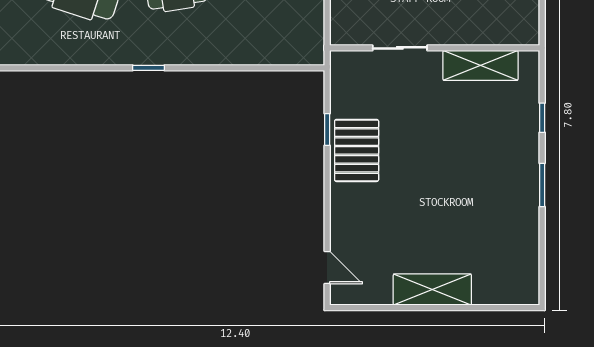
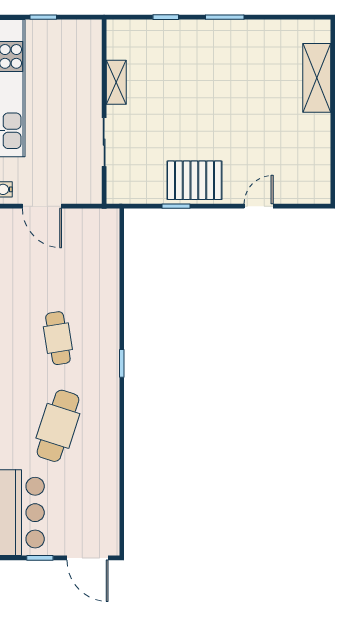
shelving: (480, 65) -> (116, 82), width x0.67, depth x0.75
door: (327, 268) -> (259, 206), moved
shelving: (432, 290) -> (317, 78), moved

